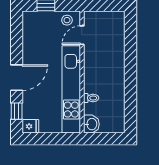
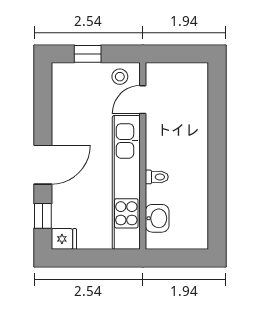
toilet: (91, 98) -> (157, 177), moved
washbasin: (91, 124) -> (157, 218), moved

